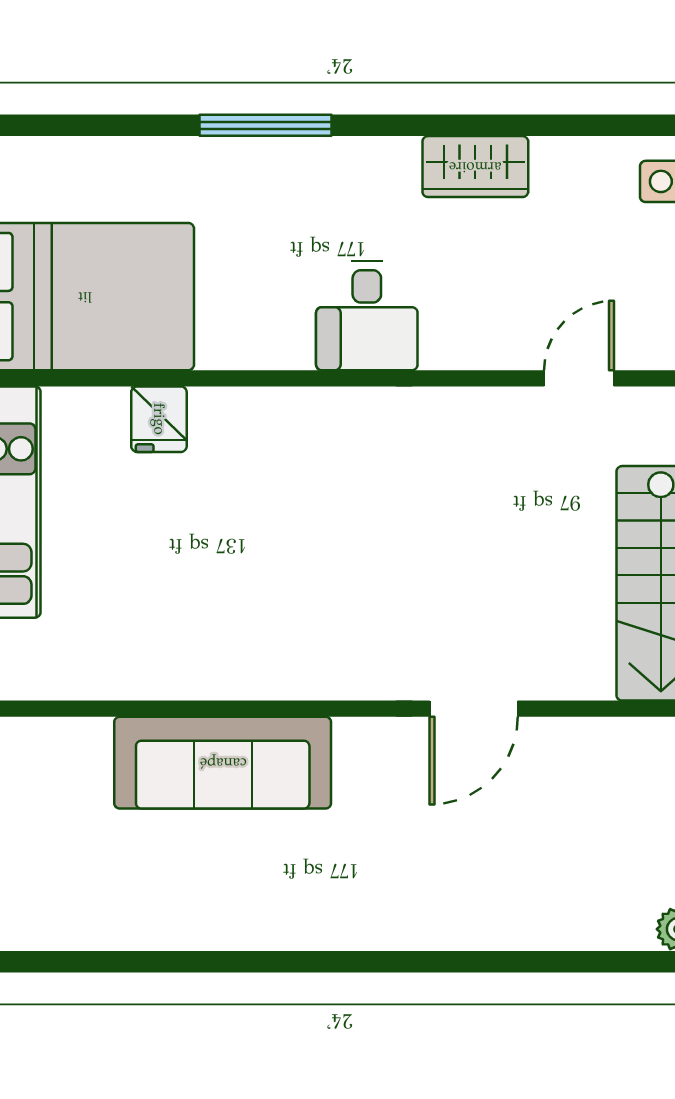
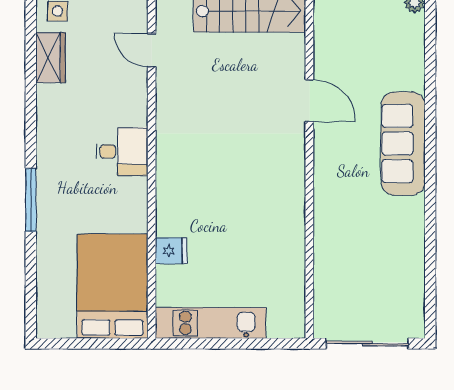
wardrobe: (475, 167) -> (50, 58), moved
sofa: (223, 763) -> (403, 144), moved, turned 180

